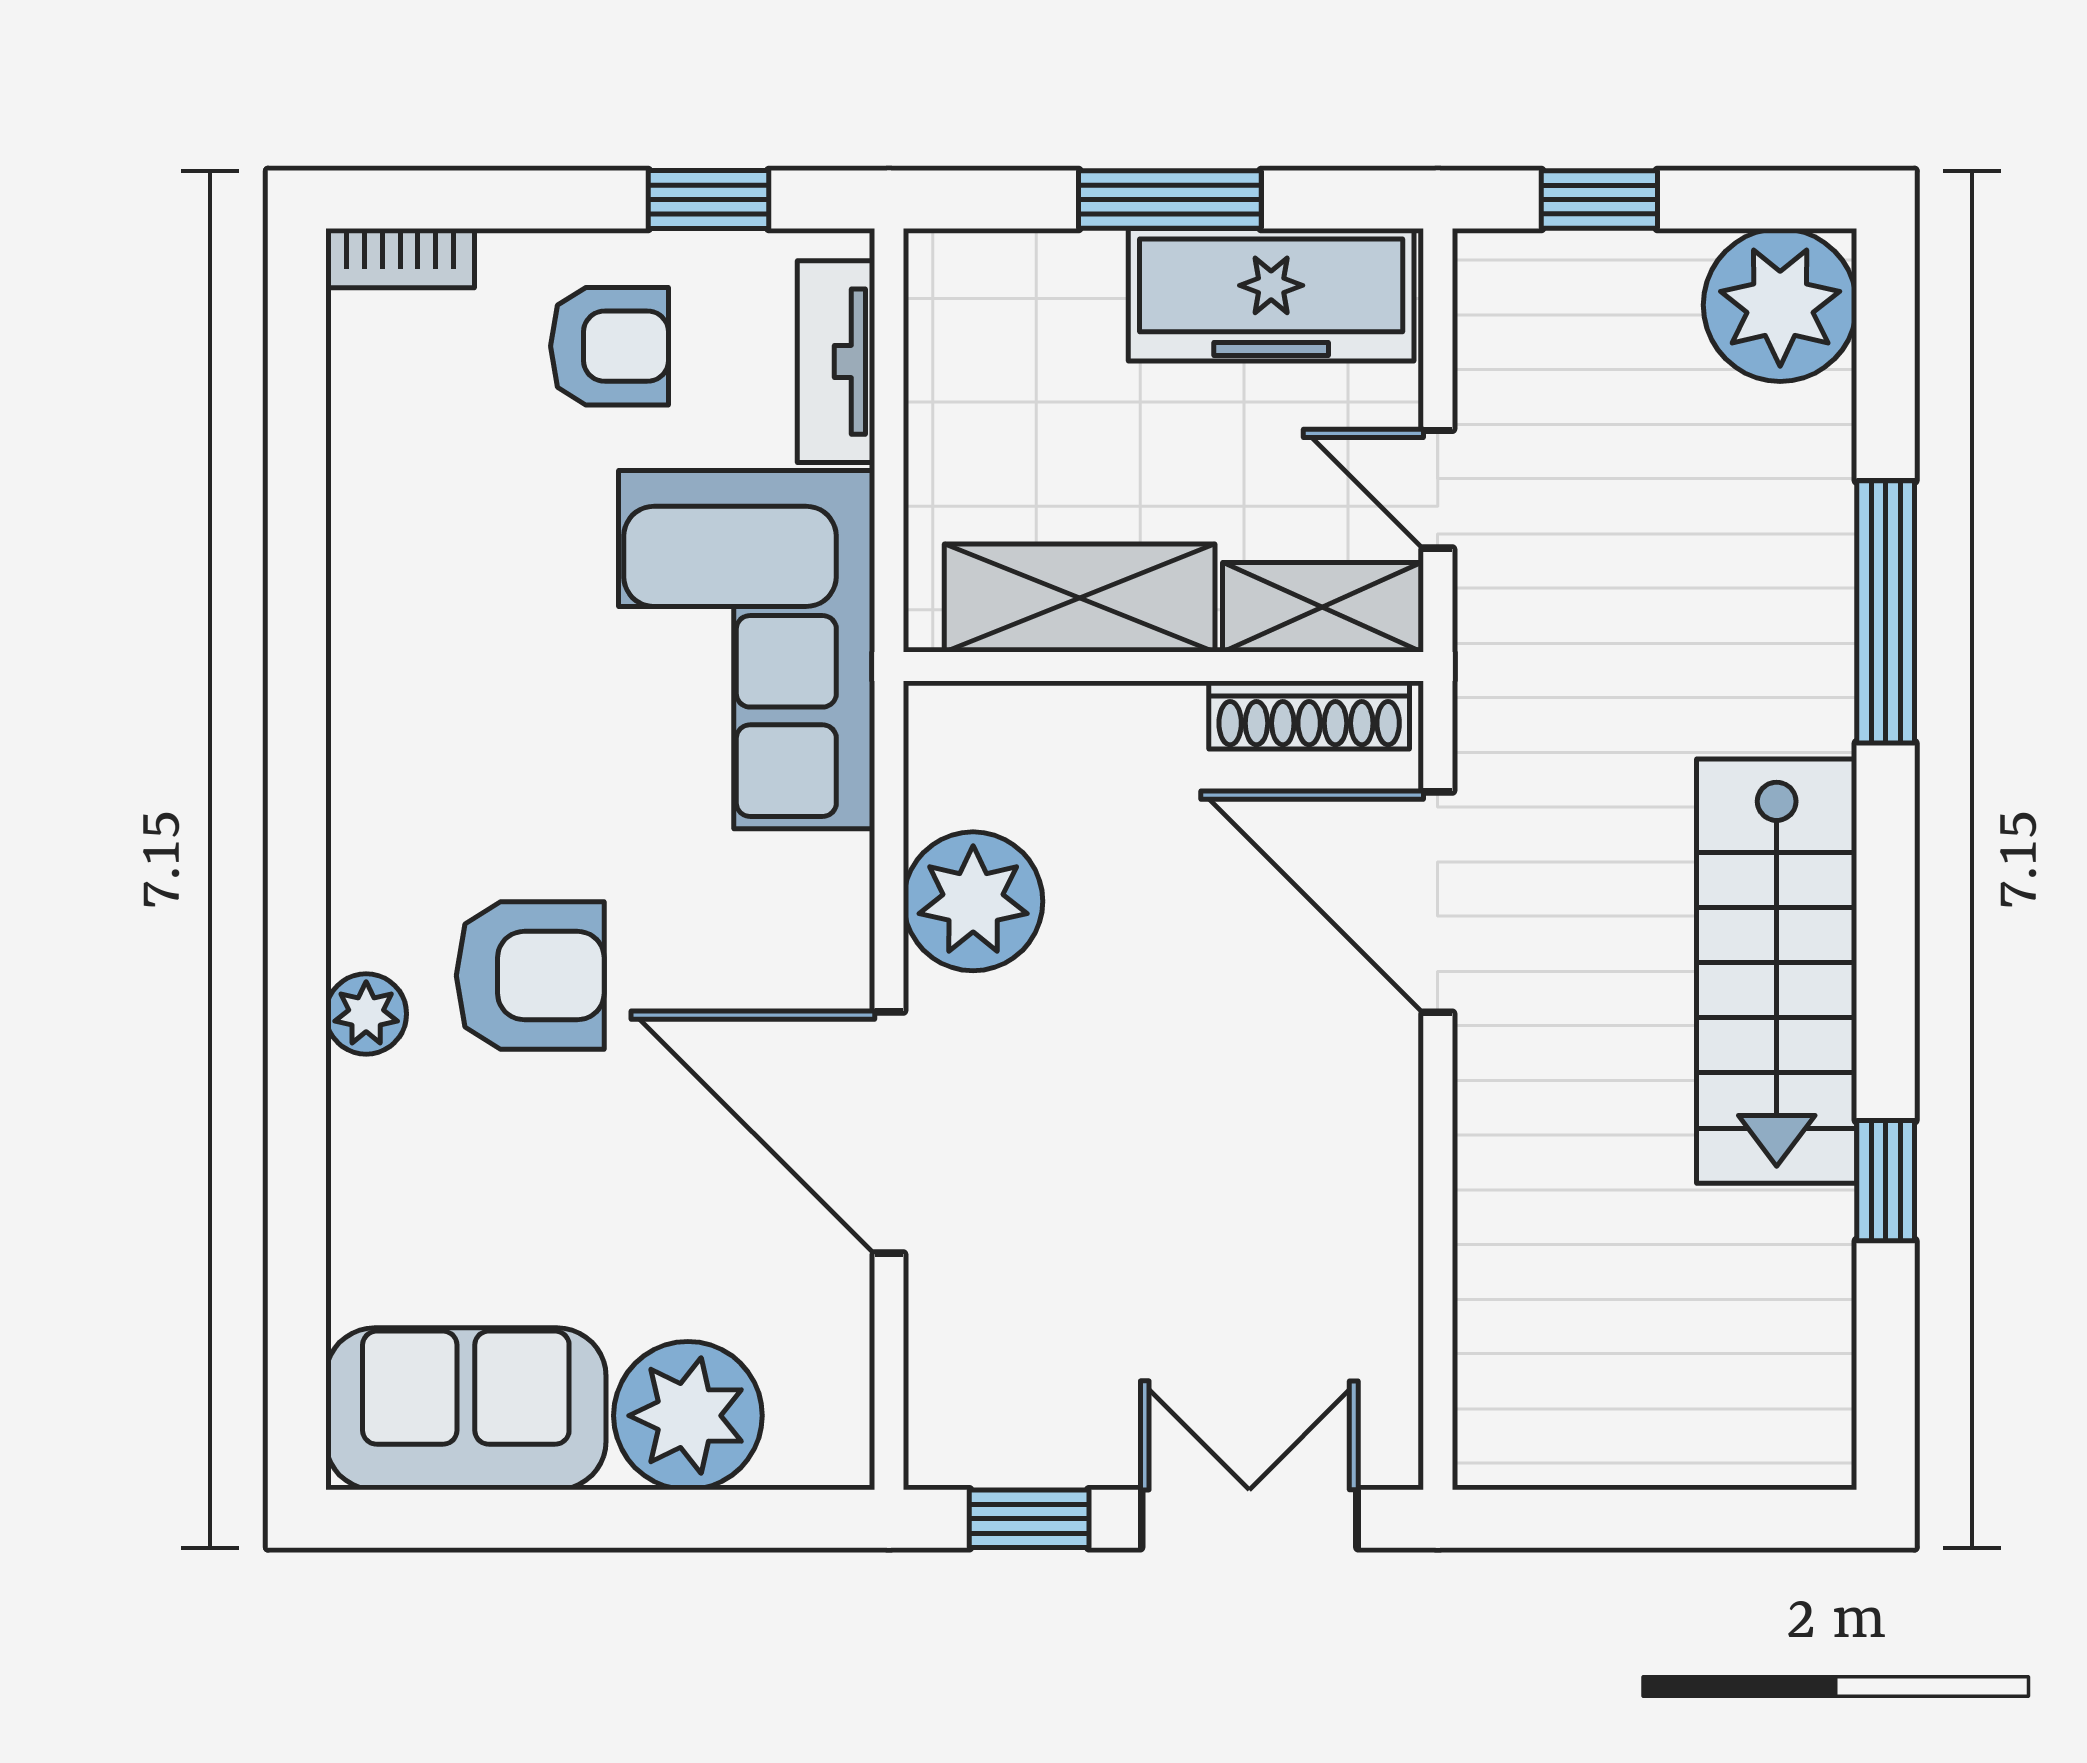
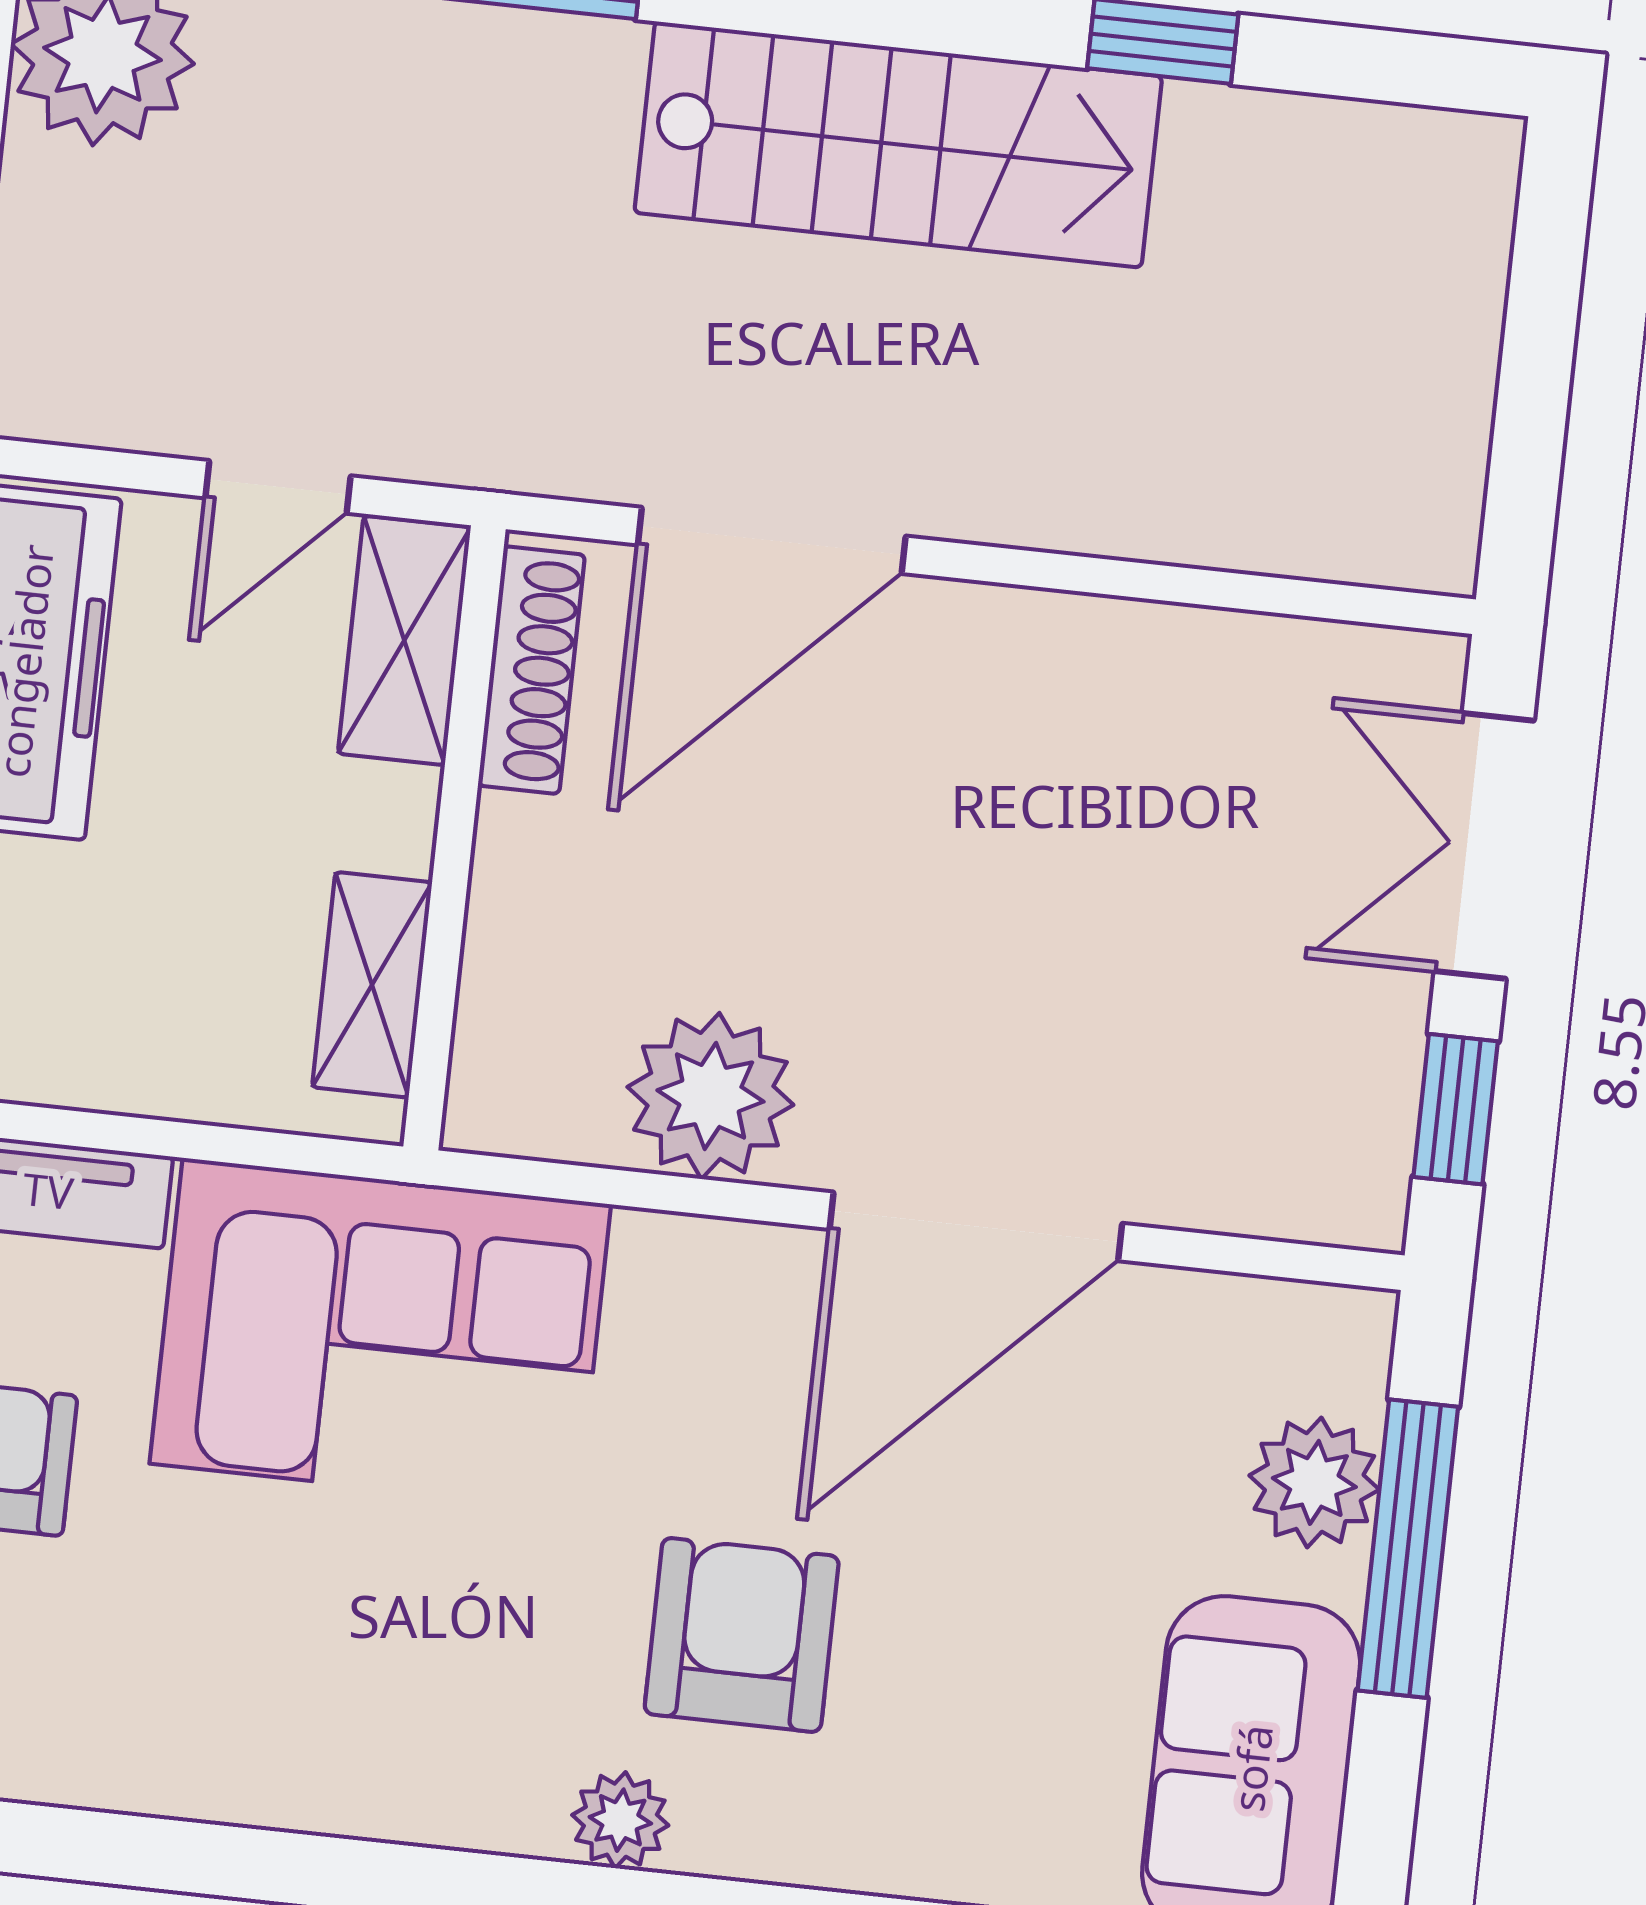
shelving: (1080, 598) -> (372, 985), width x0.67, depth x0.75
plant: (366, 1014) -> (620, 1820), moved
plant: (688, 1416) -> (1314, 1482), width x0.73, depth x0.73
window: (661, 1519) -> (1408, 1549), added

